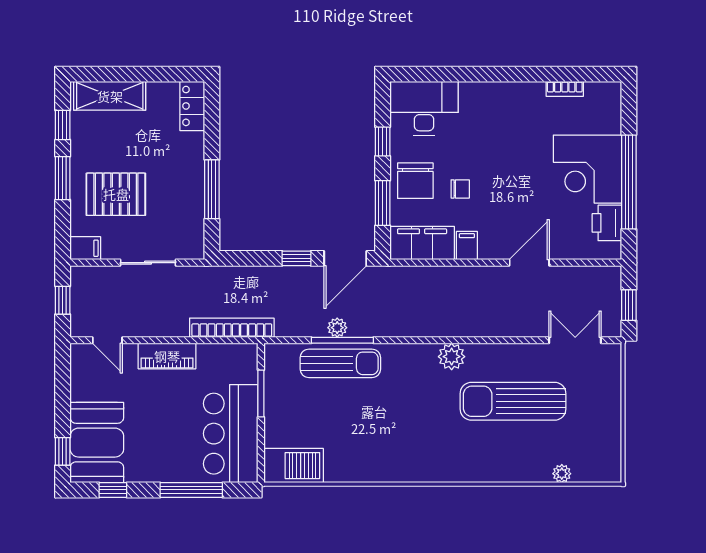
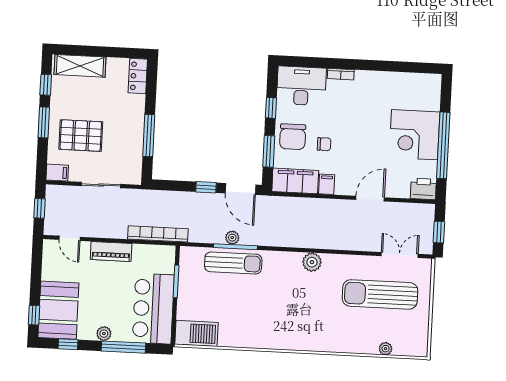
bookcase: (565, 89) -> (341, 74), moved
printer: (607, 223) -> (423, 189), moved, turned 90
door: (345, 258) -> (240, 189), hinge flipped
sun lounger: (513, 401) -> (380, 294), moved
plant: (163, 472) -> (104, 334), added

